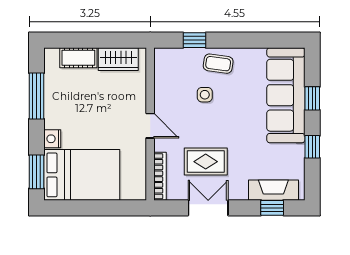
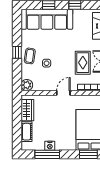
window: (194, 40) -> (17, 52), moved
plant: (164, 58) -> (27, 85), added
nightstand: (52, 139) -> (50, 146), moved

